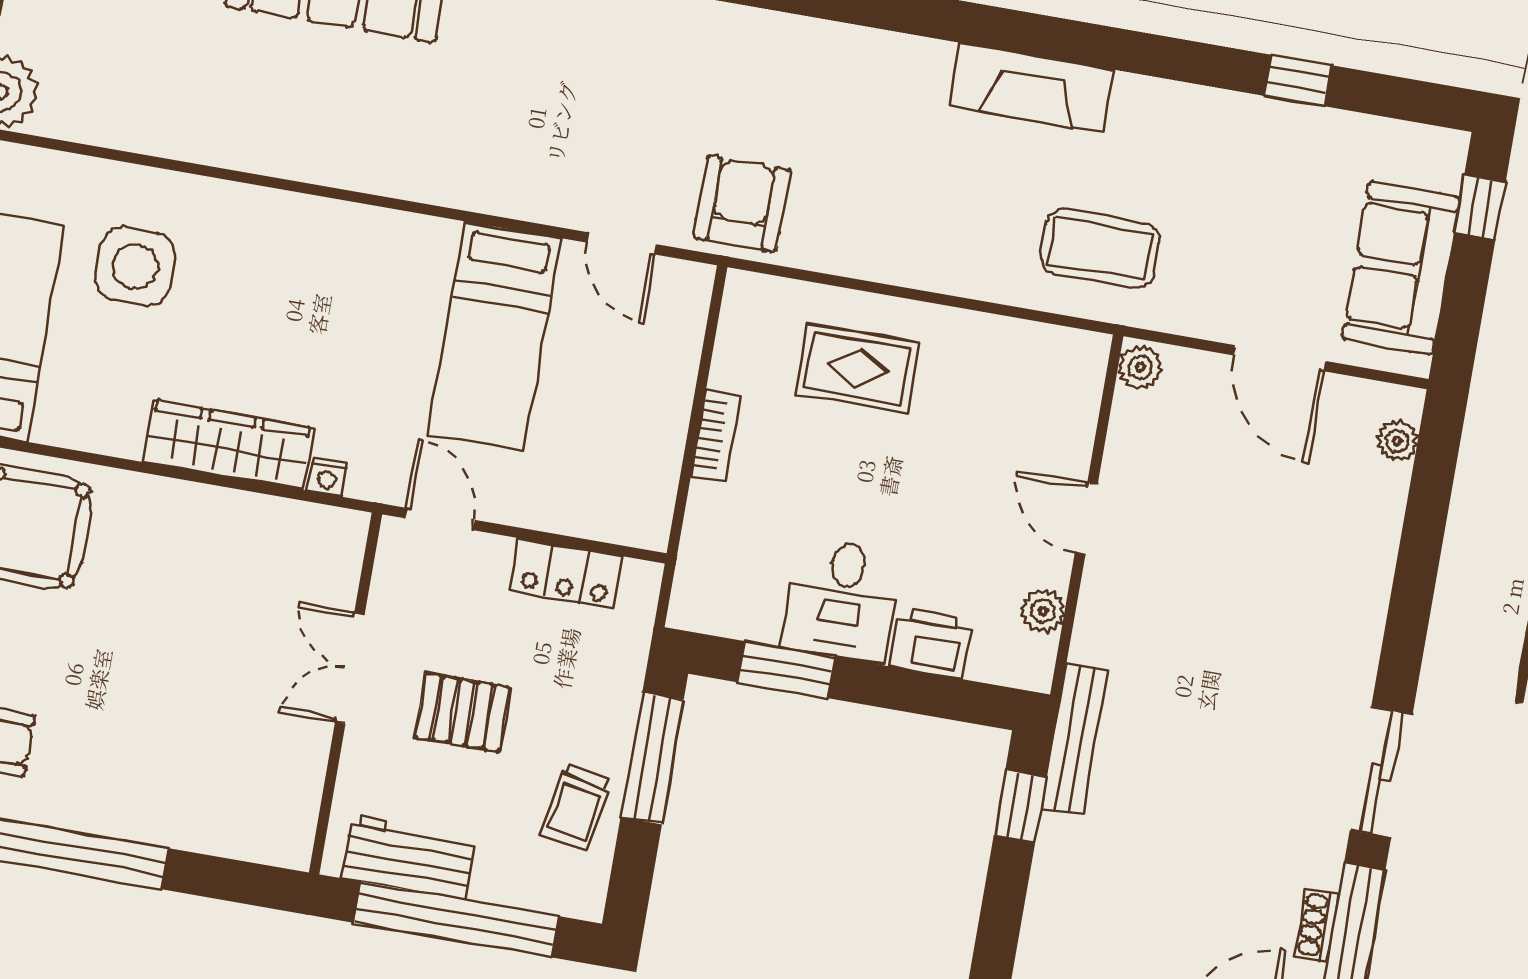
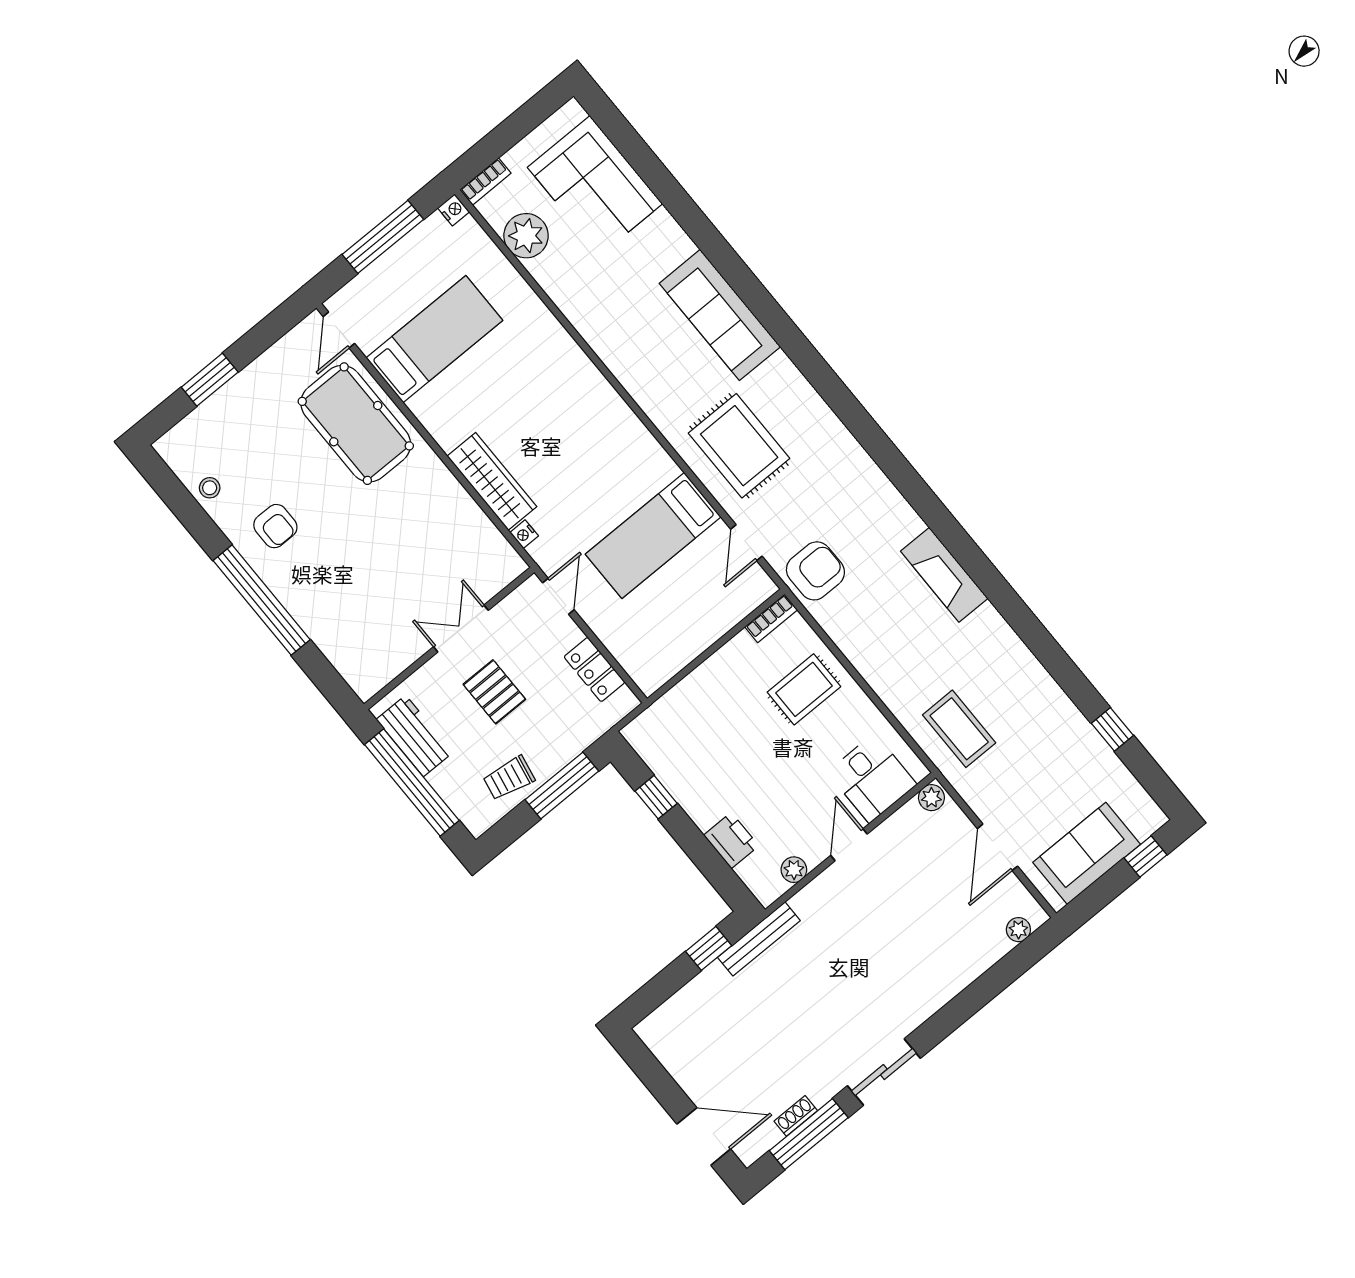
fireplace: (1031, 88) -> (944, 575), moved
rug: (506, 127) -> (739, 446), added
side table: (135, 266) -> (519, 366), removed
rug: (857, 368) -> (804, 689), turned 90
bookcase: (716, 435) -> (771, 618), moved
desk: (842, 600) -> (872, 778), moved, turned -90
window: (786, 670) -> (656, 797), width x0.67

